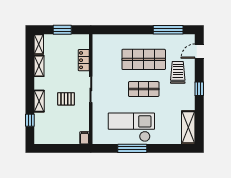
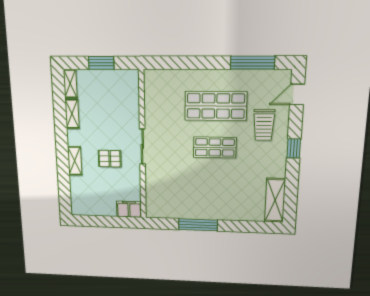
locker: (84, 60) -> (132, 106), removed
trolley: (178, 72) -> (264, 125), turned 180
window: (30, 120) -> (64, 185), removed
checkout: (131, 127) -> (197, 198), removed
filing cabinet: (85, 138) -> (129, 209), width x2.00

